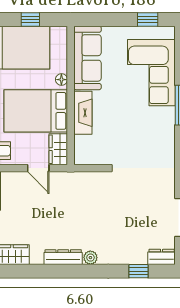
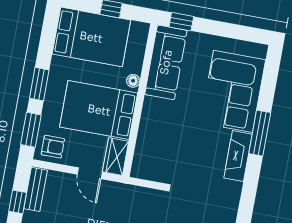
window: (148, 19) -> (181, 22), moved
fireplace: (83, 113) -> (238, 156), moved, turned 180

